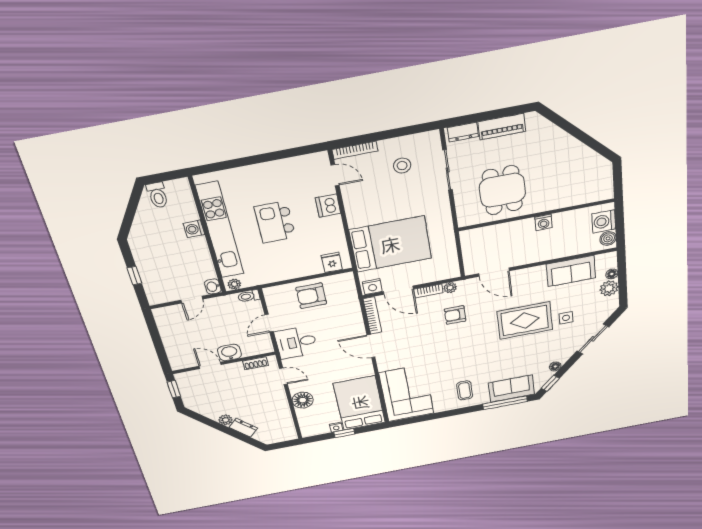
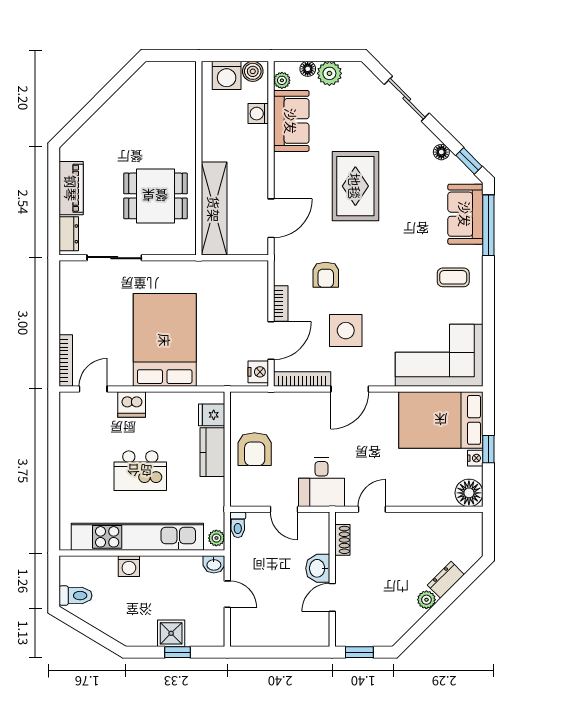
stool: (402, 166) -> (97, 310), removed
washing machine: (543, 222) -> (258, 114), moved, turned 180
shelving: (497, 233) -> (214, 209), added
bed: (390, 244) -> (165, 340), moved
shower: (148, 268) -> (171, 633), added
kitchen counter: (302, 269) -> (212, 452), added
plant: (450, 288) -> (282, 80), moved
side table: (566, 318) -> (346, 331), moved, width x1.87, depth x1.87
floor lamp: (303, 400) -> (469, 493), moved

